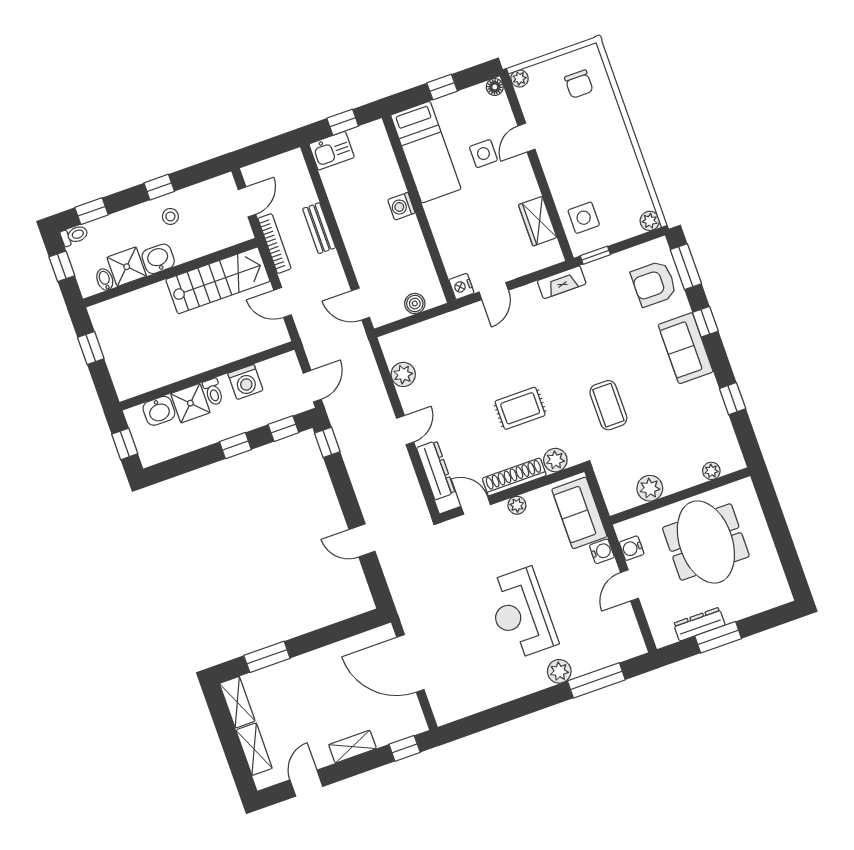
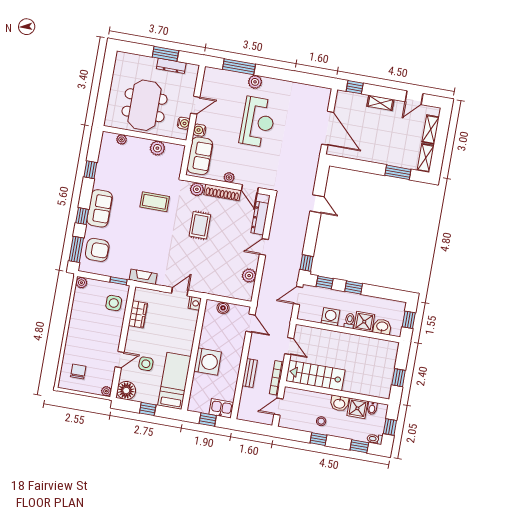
floor lamp: (495, 87) -> (126, 391), width x1.89, depth x1.89
washing machine: (401, 206) -> (208, 362), width x1.89, depth x1.89
coffee table: (608, 405) -> (155, 202), turned 90
rug: (520, 408) -> (200, 225), turned 90

